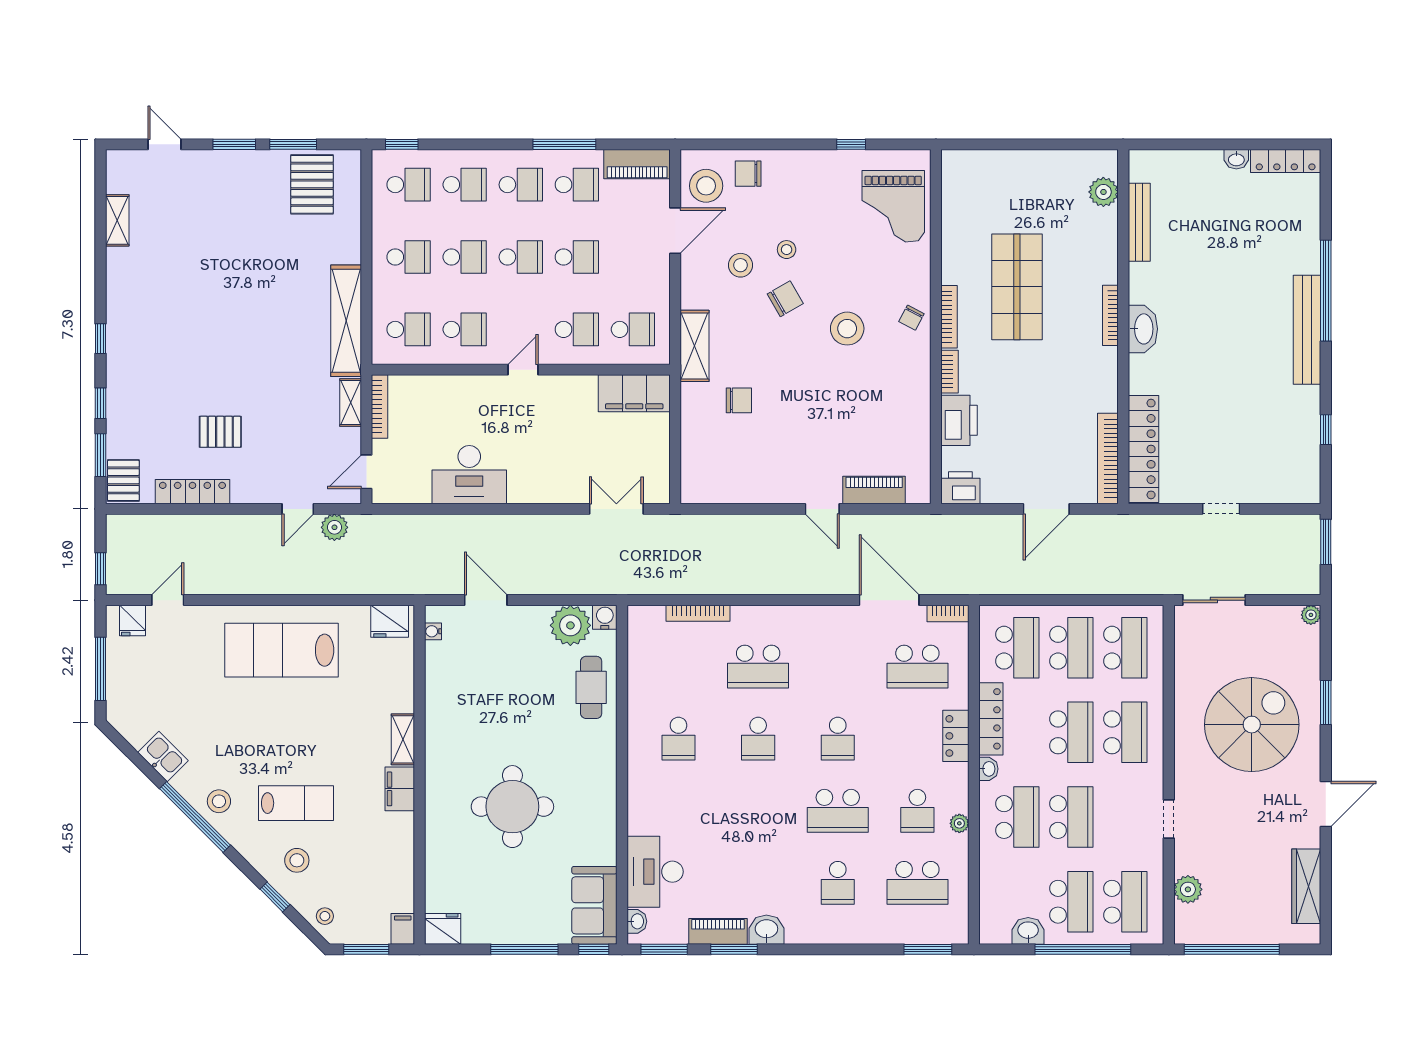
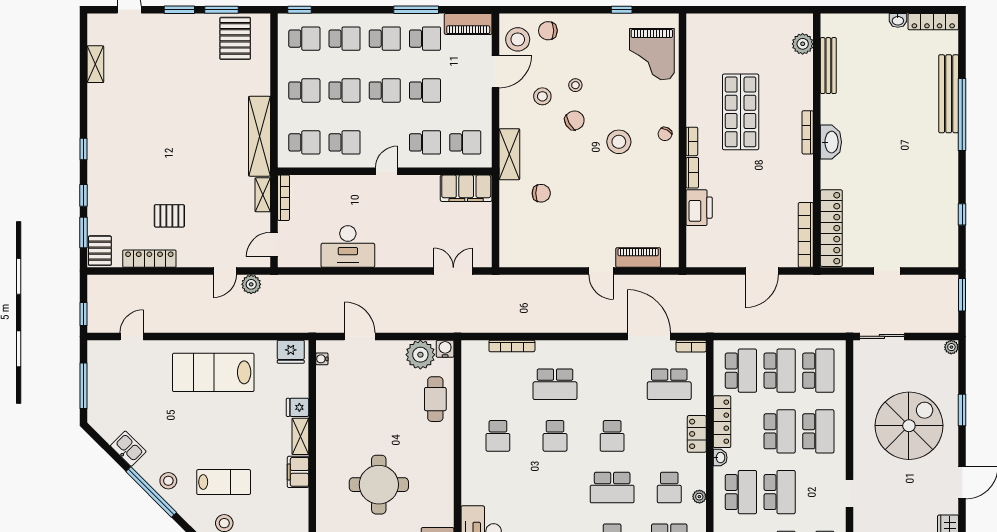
bookcase: (949, 317) -> (692, 141), width x0.64
bench: (1307, 330) -> (949, 94), moved
printer: (960, 488) -> (700, 256), removed
fridge: (132, 620) -> (298, 407), moved, turned 90

